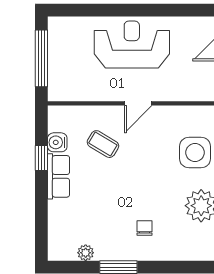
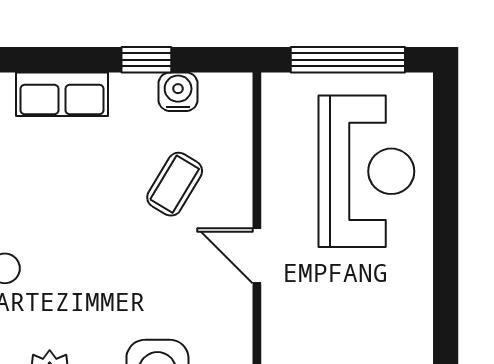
reception desk: (132, 45) -> (366, 171), moved
row of seats: (59, 176) -> (62, 94), moved

